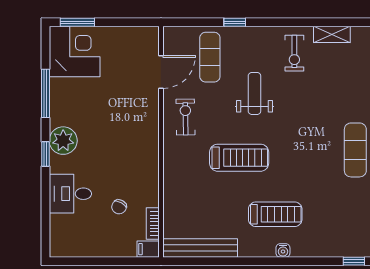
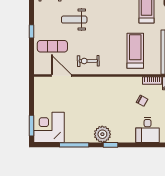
treadmill: (239, 158) -> (135, 51), moved
desk: (70, 194) -> (148, 130), moved

